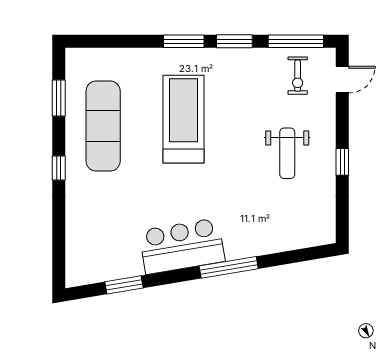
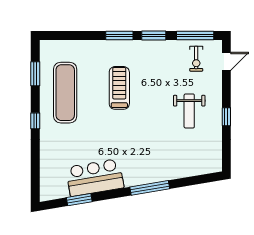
treadmill: (183, 119) -> (119, 88), width x0.73, depth x0.73
bar counter: (182, 246) -> (95, 177), moved

